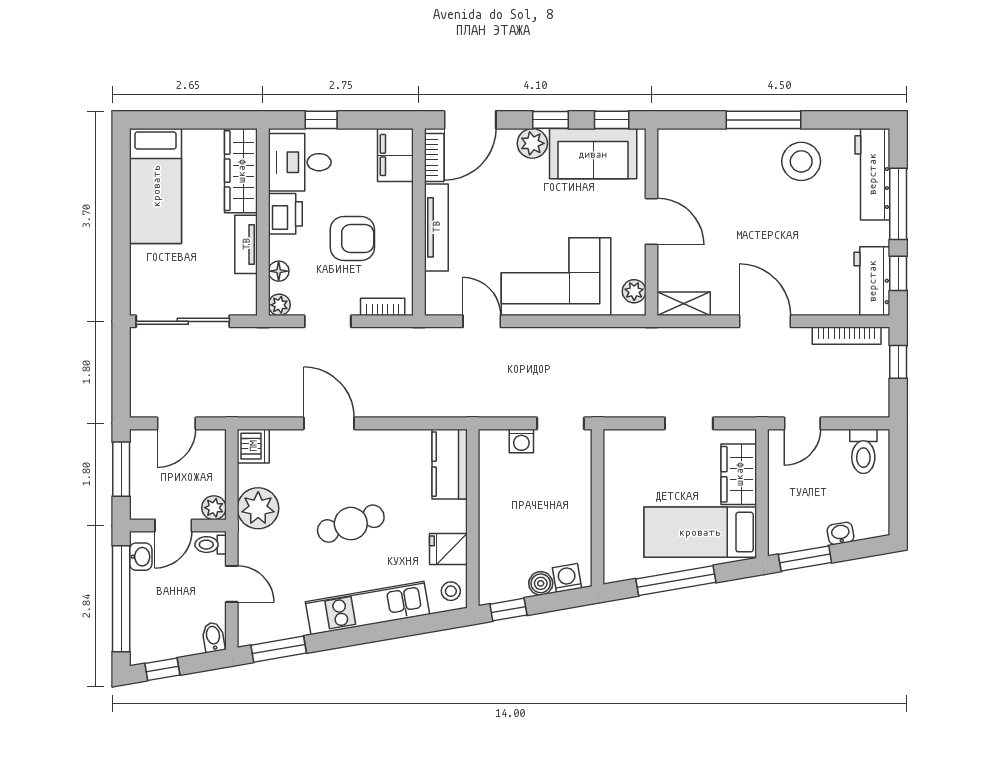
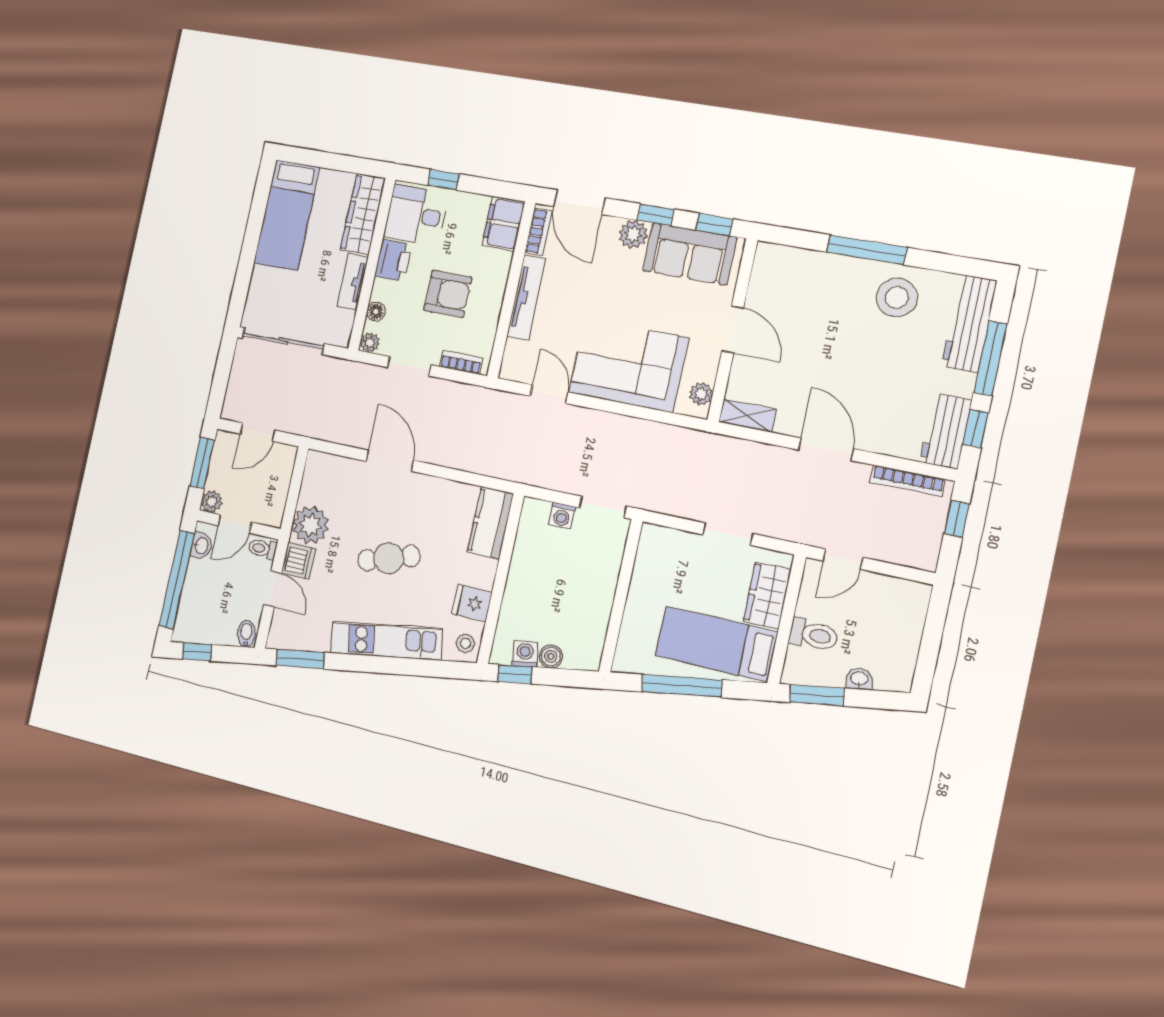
door: (470, 120) -> (579, 202), hinge flipped
dishwasher: (253, 446) -> (298, 561), moved
toilet: (863, 451) -> (814, 635), moved, turned -90
plant: (214, 508) -> (212, 502), moved
washing machine: (567, 578) -> (525, 654), moved

